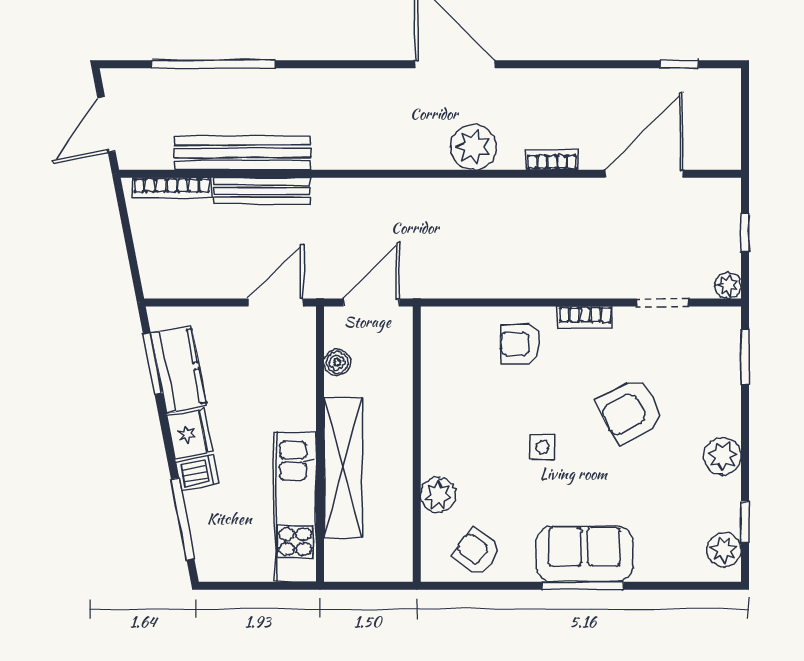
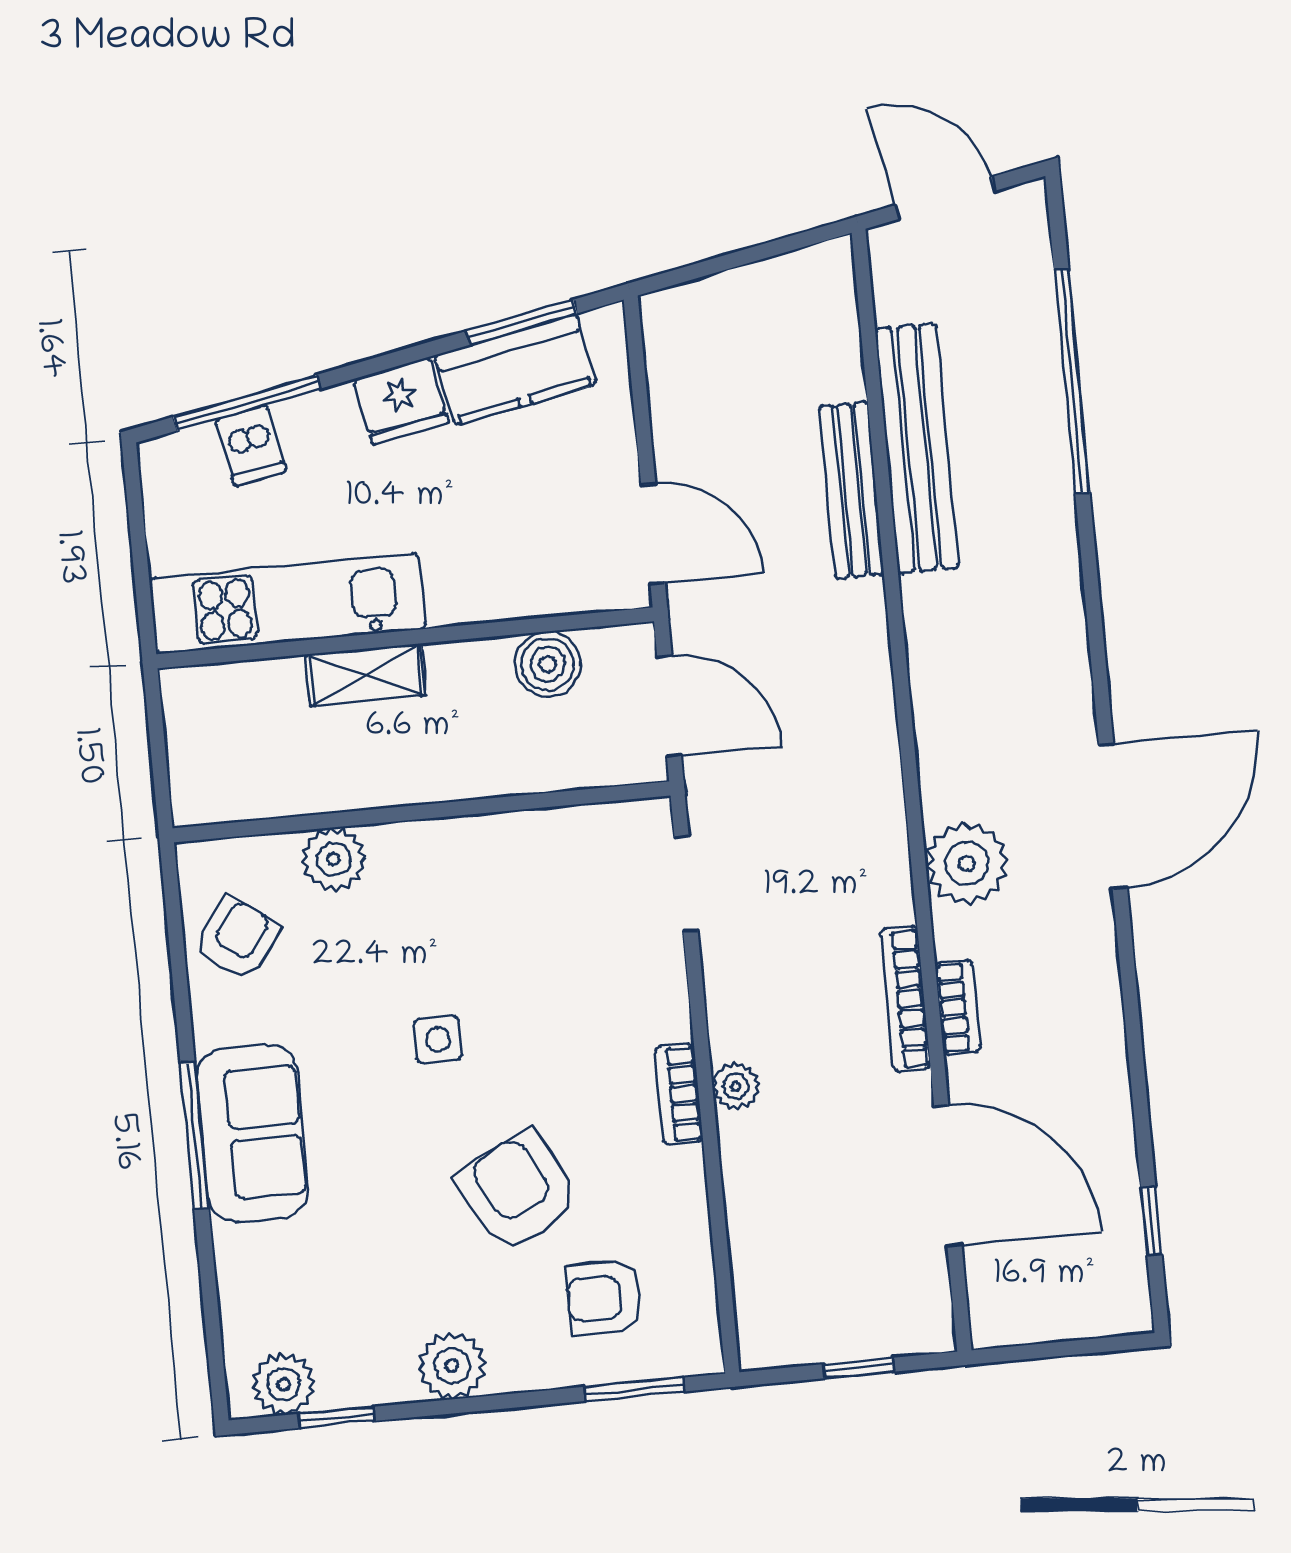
bookcase: (172, 188) -> (906, 999), moved
plant: (728, 286) -> (736, 1086), moved
doorway: (663, 302) -> (686, 883), moved
armchair: (521, 344) -> (604, 1298), moved, turned -89
boiler: (337, 362) -> (548, 664), width x1.36, depth x1.36
shelving: (343, 468) -> (365, 675), width x0.45, depth x0.75
dishwasher: (197, 473) -> (251, 446), moved

